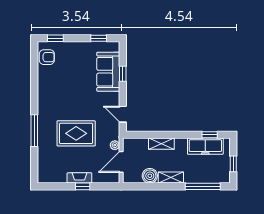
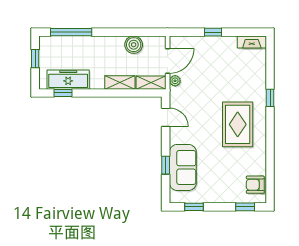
window: (34, 131) -> (270, 98), width x0.46
rug: (76, 133) -> (238, 124), moved, turned 90
fireplace: (79, 178) -> (252, 42), moved
shelving: (171, 178) -> (151, 83), moved

